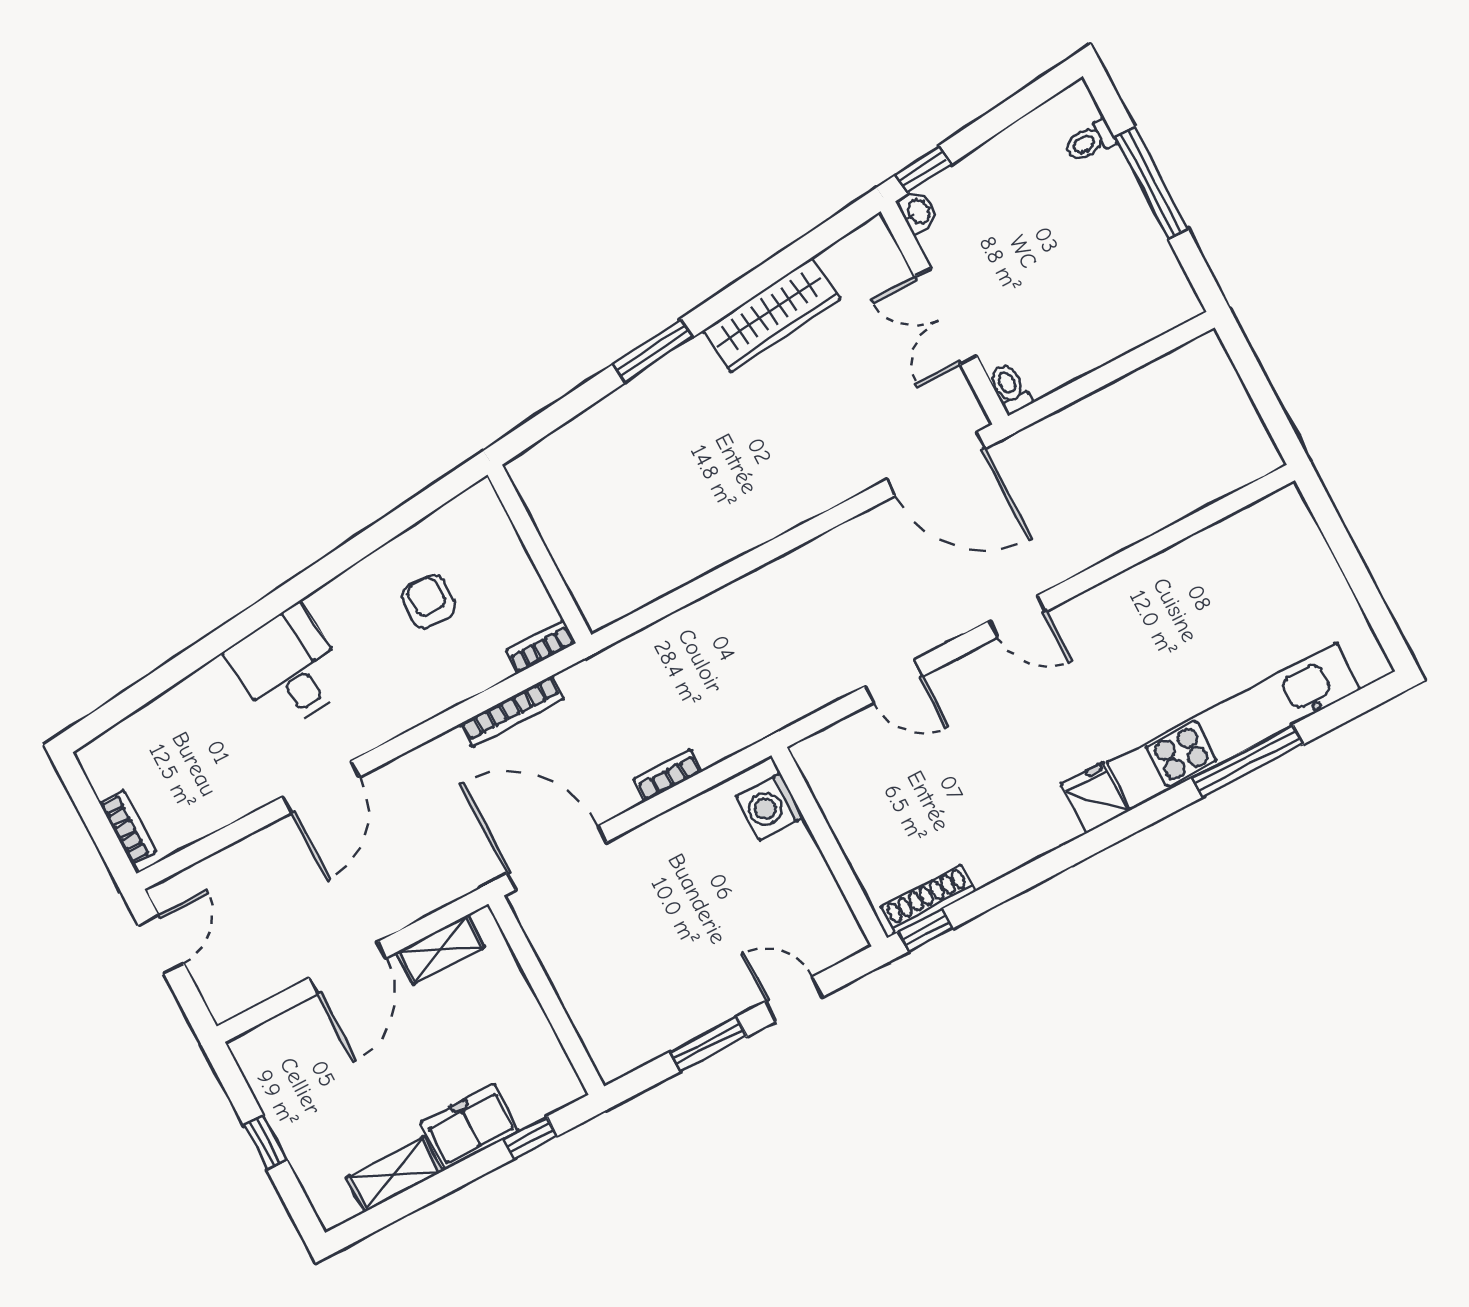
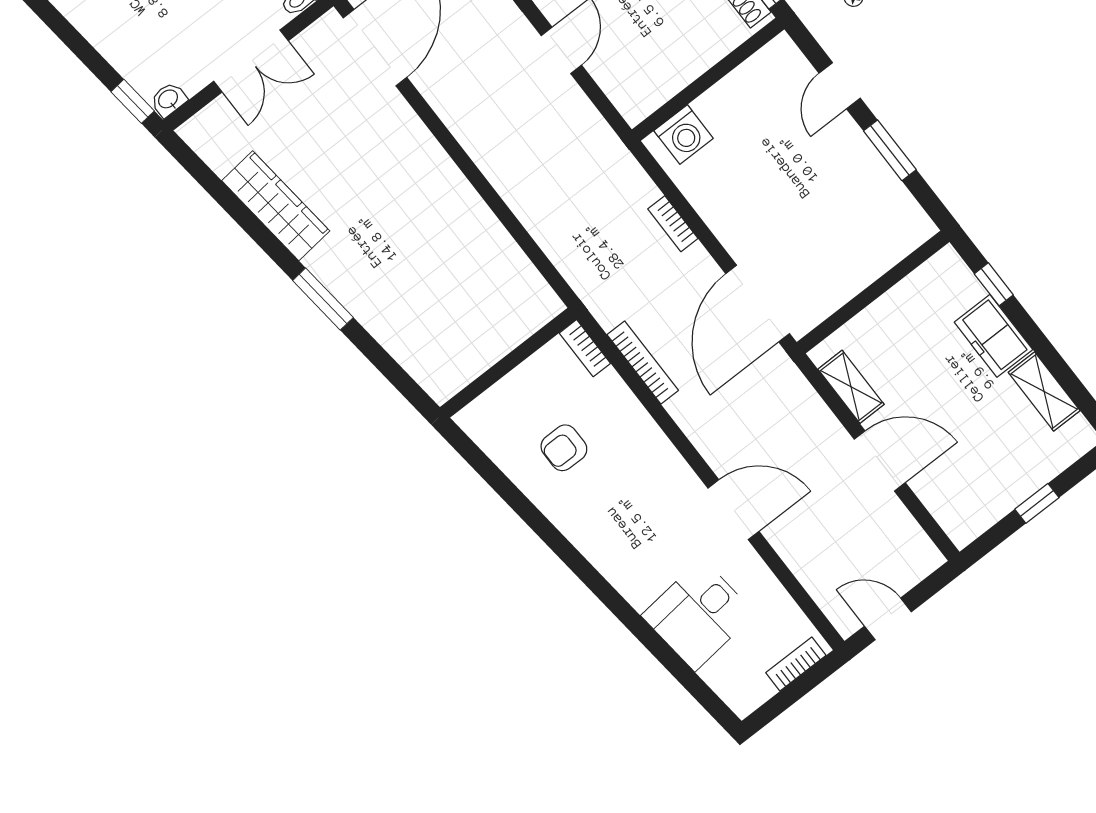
desk: (289, 668) -> (698, 615), moved

